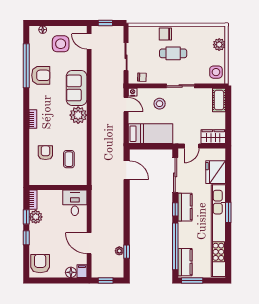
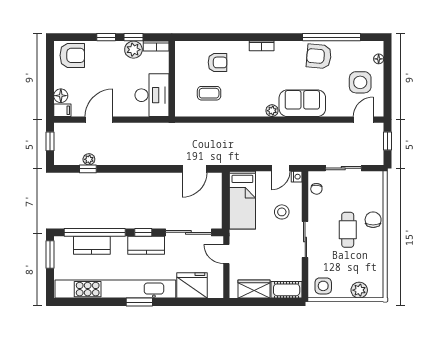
armchair: (41, 75) -> (319, 56), turned 95
plant: (78, 115) -> (272, 111), width x0.53, depth x0.53
wardrobe: (213, 137) -> (254, 289), moved, turned -90
desk: (75, 203) -> (152, 95), width x1.37
kitchen counter: (185, 262) -> (92, 245), moved

